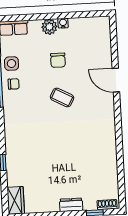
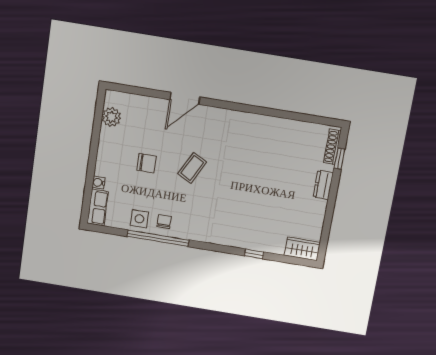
water cooler: (63, 23) -> (99, 183), moved
plant: (49, 27) -> (111, 117), moved
shoe rack: (107, 205) -> (332, 147), width x1.43

